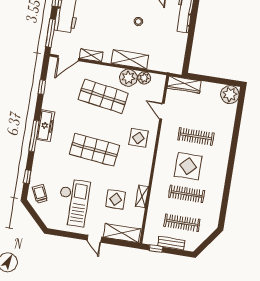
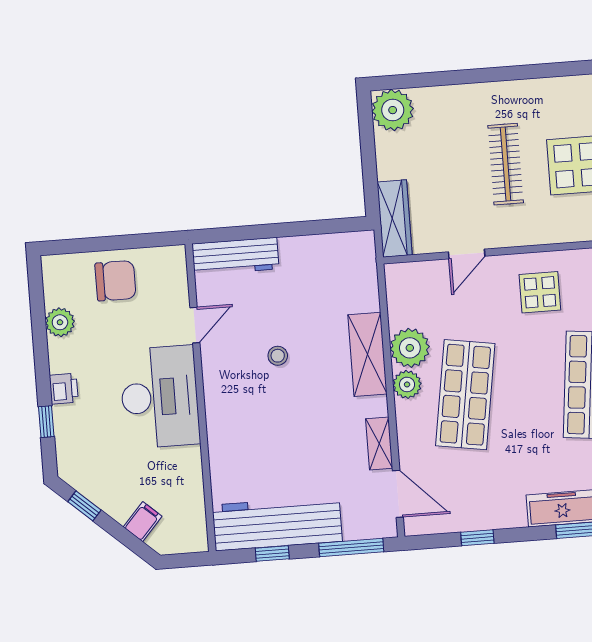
plant: (144, 78) -> (407, 384), moved

